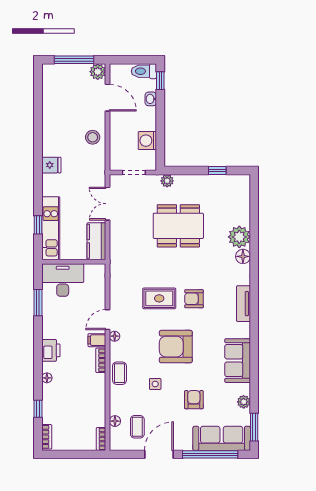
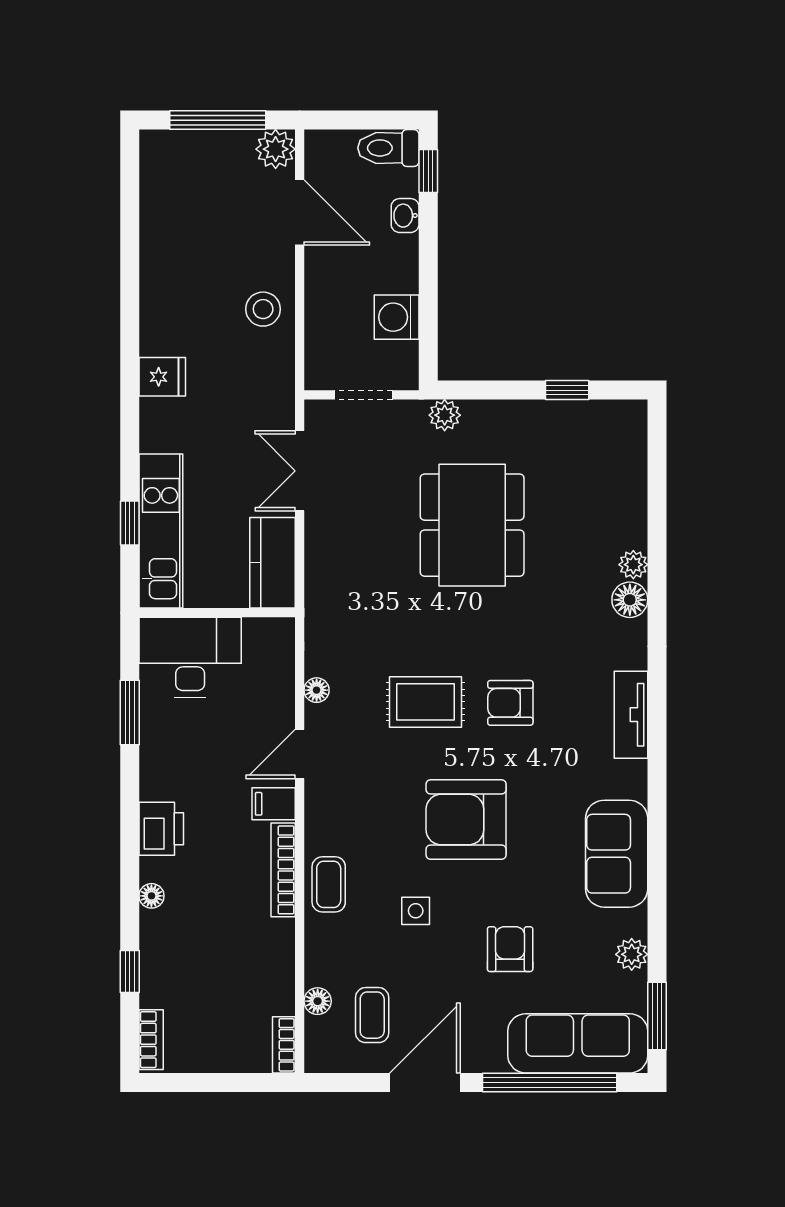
dining table: (178, 226) -> (472, 525), turned 90
plant: (239, 237) -> (633, 565), width x0.53, depth x0.53
floor lamp: (115, 336) -> (317, 690), moved
bookcase: (101, 360) -> (283, 870), width x1.56

